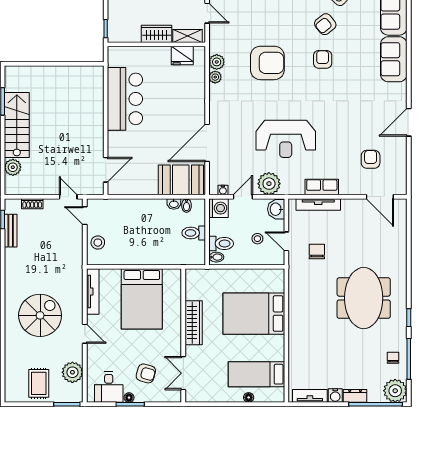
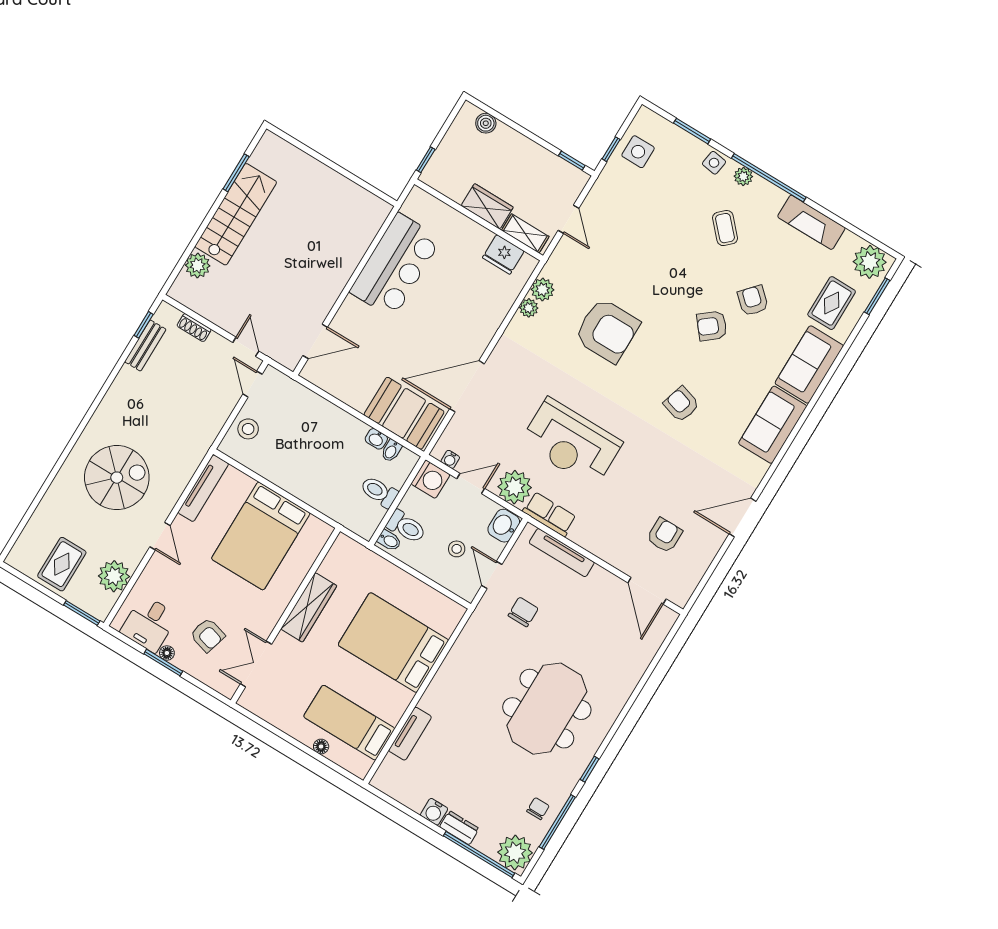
armchair: (323, 59) -> (681, 404), moved, turned -73
row of seats: (322, 187) -> (549, 514), moved
tv unit: (310, 396) -> (410, 734), moved, turned 90

